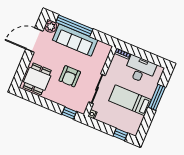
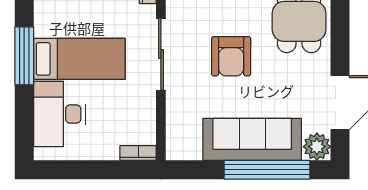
desk: (140, 69) -> (59, 114), moved, turned 90
armchair: (70, 76) -> (231, 56), turned 180
window: (157, 97) -> (24, 56), moved

